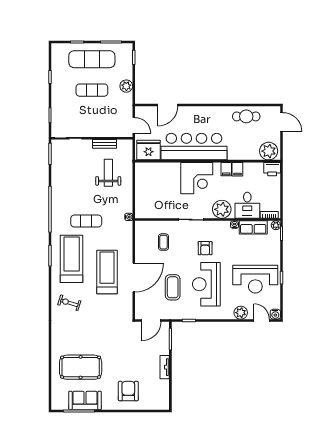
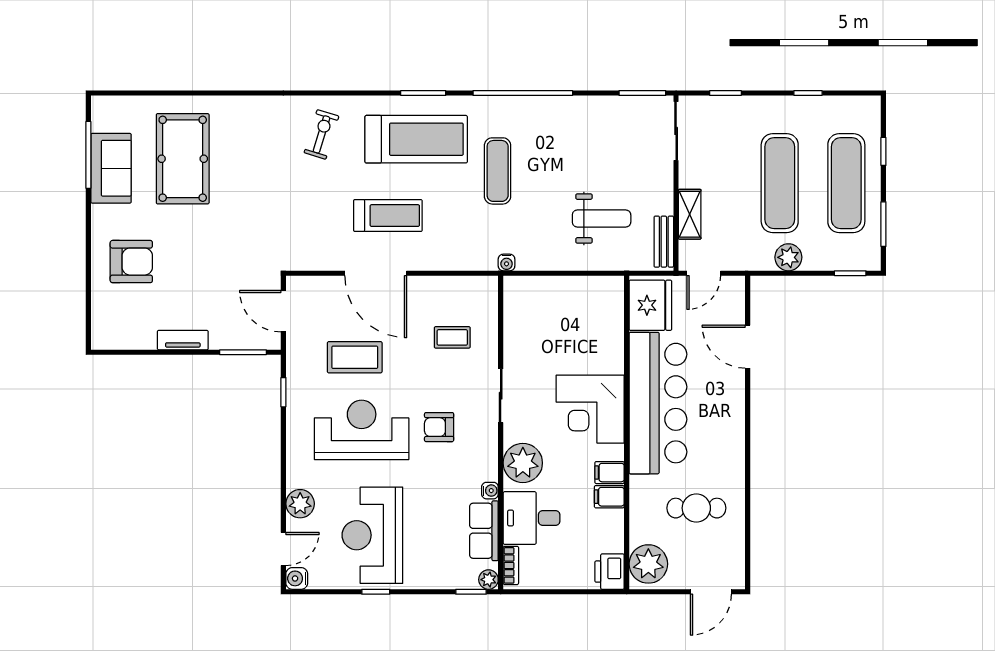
exercise mat: (92, 90) -> (780, 183), width x1.36, depth x1.45
cafe table: (246, 116) -> (696, 508), moved, turned 90
shelving: (106, 132) -> (690, 214), added
bench: (105, 144) -> (664, 242), moved
treadmill: (107, 272) -> (388, 216), width x0.73, depth x0.73

